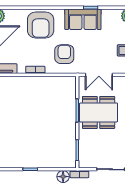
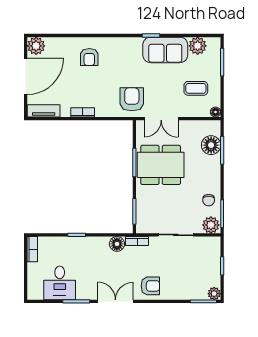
sofa: (83, 19) -> (165, 50), moved
armchair: (41, 25) -> (89, 57), width x0.53, depth x0.53
armchair: (64, 54) -> (132, 99), moved

